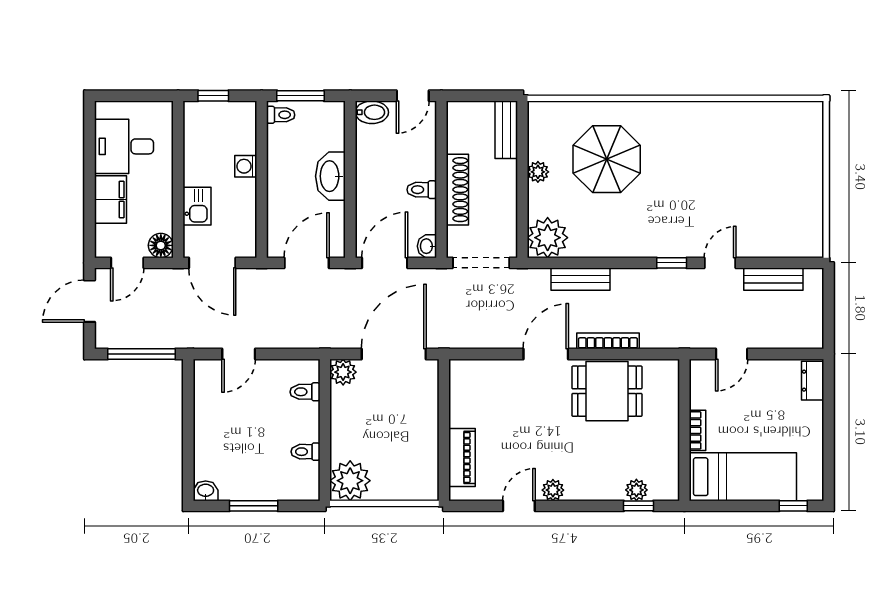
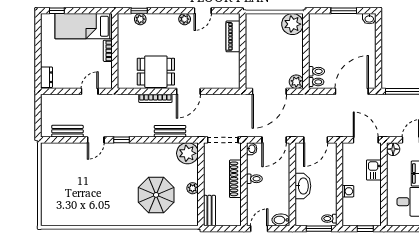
door: (239, 354) -> (352, 91), width x1.88
toilet: (306, 452) -> (316, 82), moved

